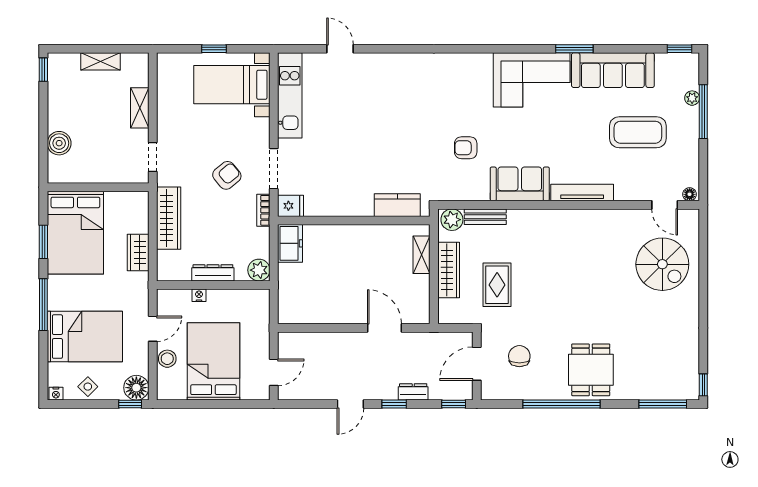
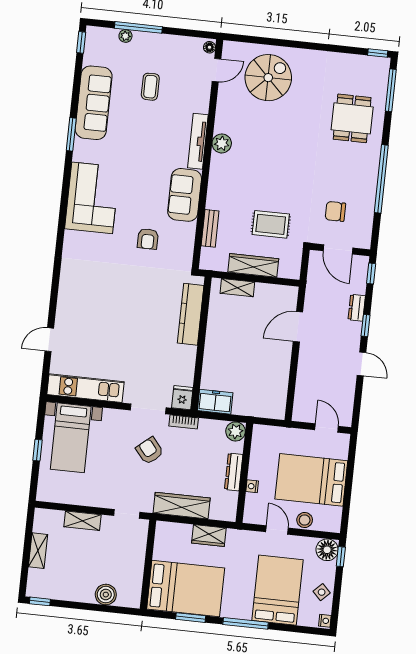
corner sofa: (532, 80) -> (92, 198), moved
coffee table: (638, 132) -> (150, 87), width x0.54, depth x0.58
kitchen counter: (397, 205) -> (191, 314), width x1.50
plant: (452, 220) -> (222, 143), moved
dining table: (591, 370) -> (352, 118), moved, turned 90

